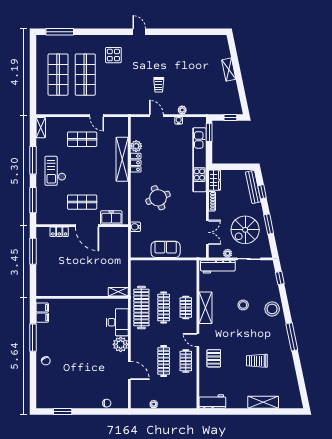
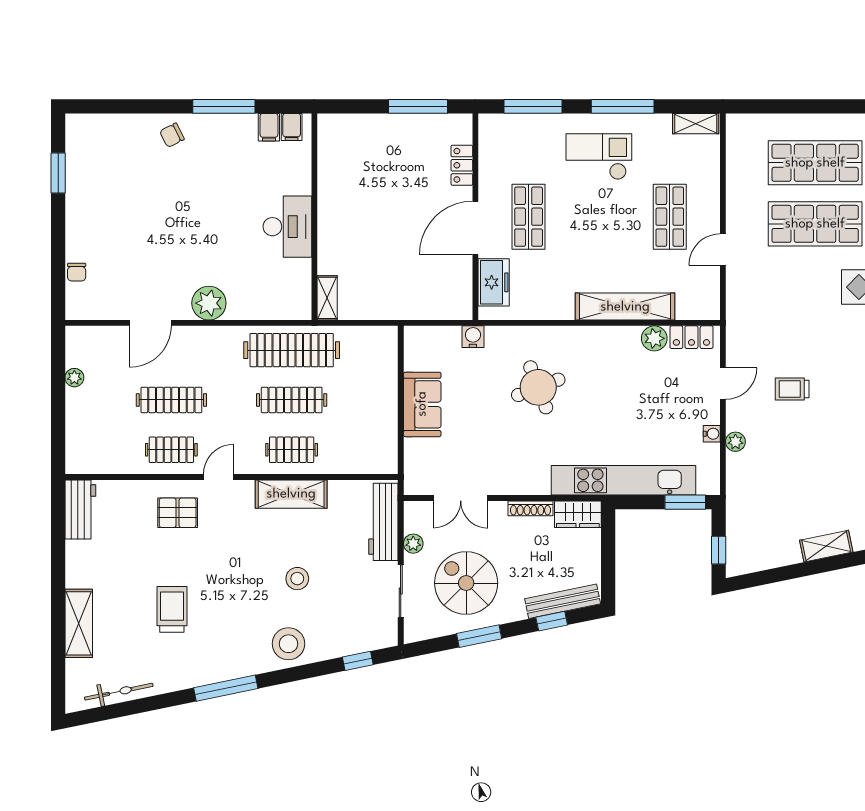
locker: (136, 163) -> (691, 337), moved
desk: (117, 322) -> (287, 227), moved, turned -90
bicycle: (293, 384) -> (119, 692), added

